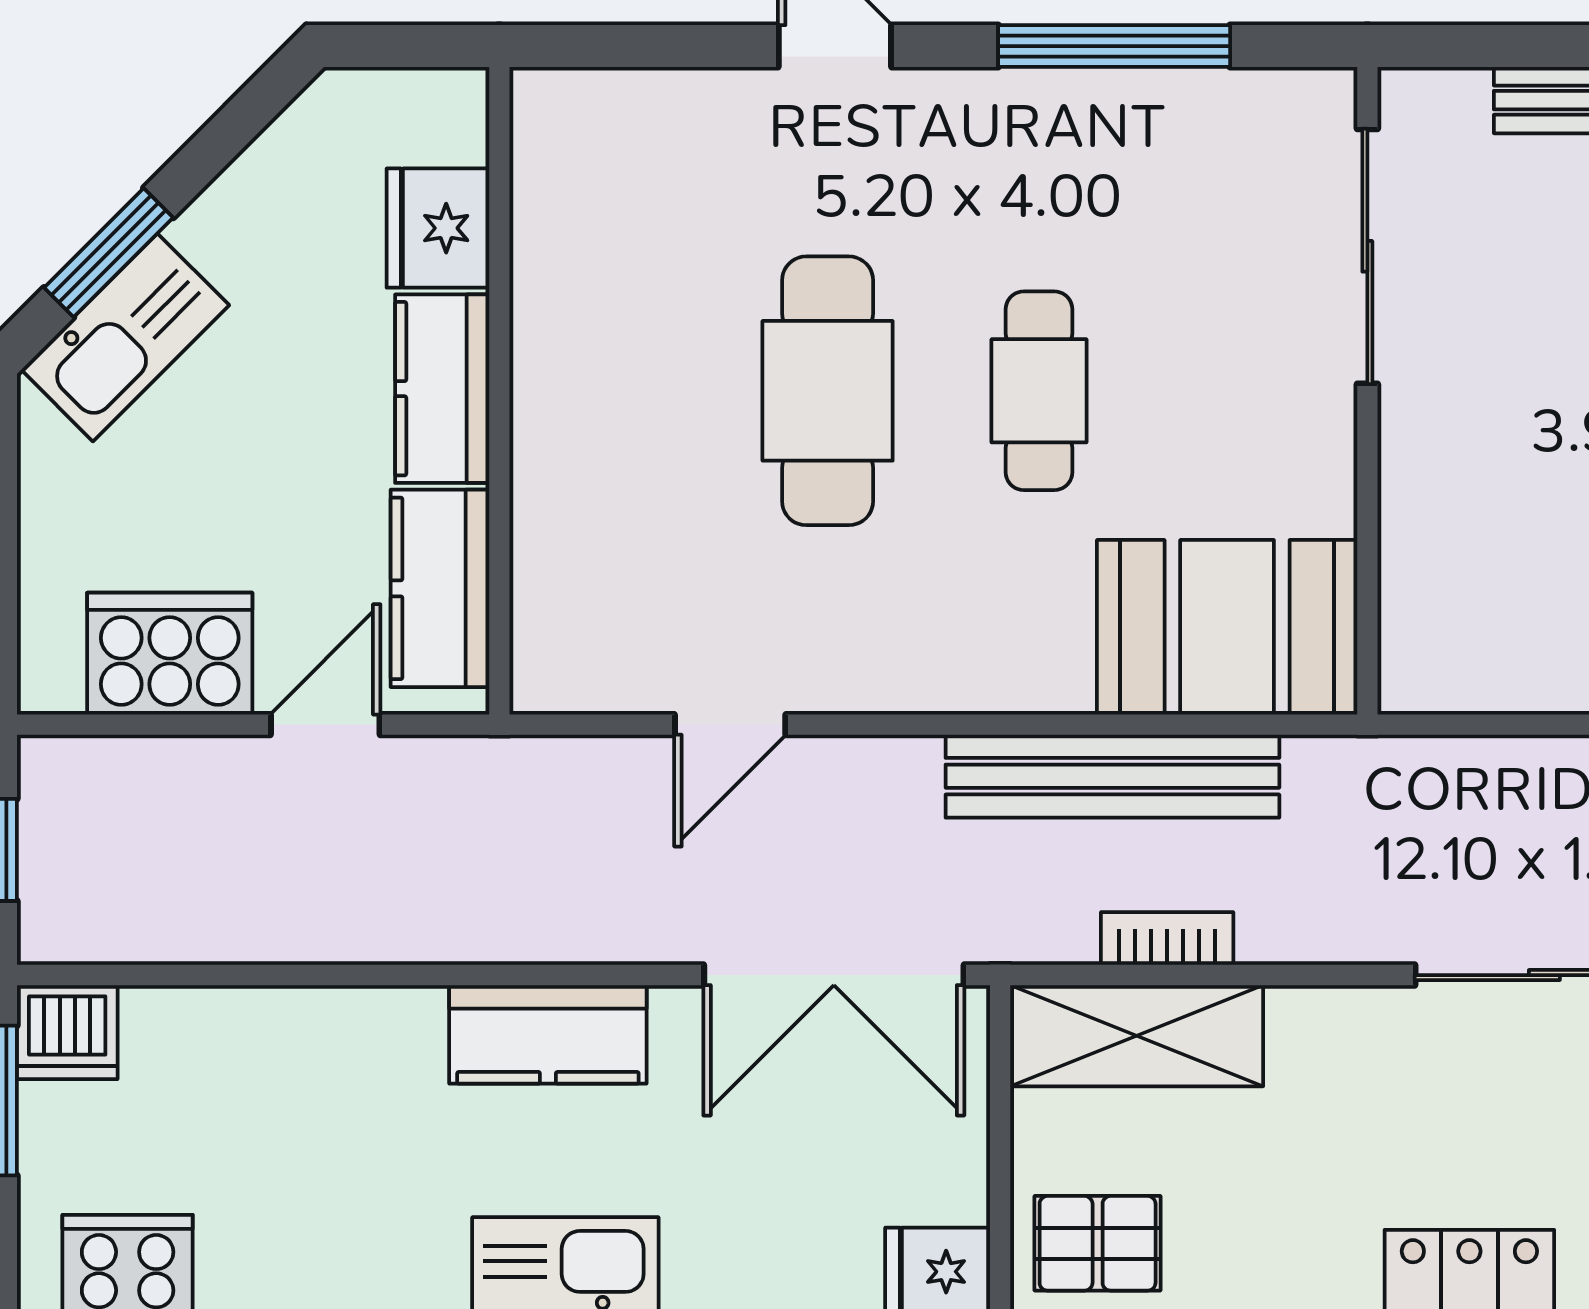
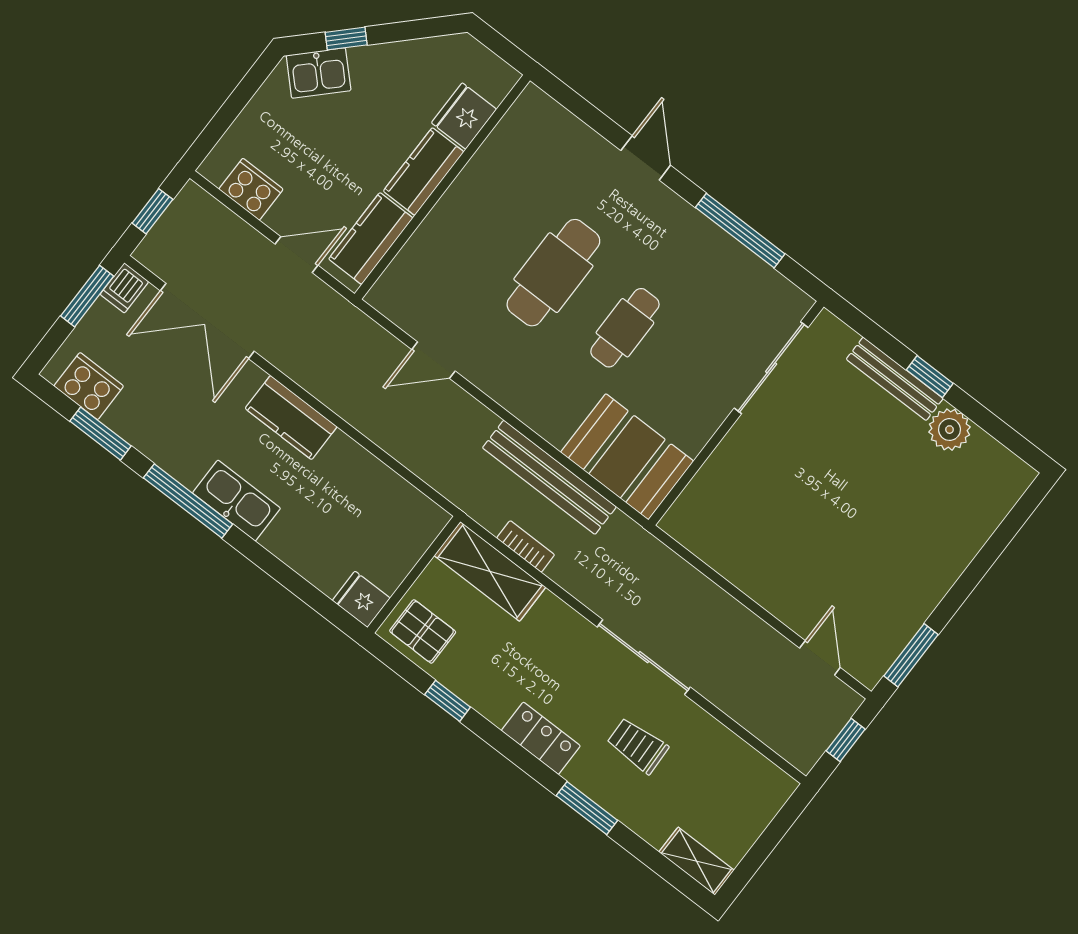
window: (109, 253) -> (346, 39), width x0.67
kitchen sink: (125, 337) -> (319, 73), width x0.73
cooker: (170, 654) -> (251, 189), width x0.73, depth x0.76
double door: (834, 975) -> (207, 321), moved
dishwasher: (67, 1032) -> (124, 288), width x0.73

